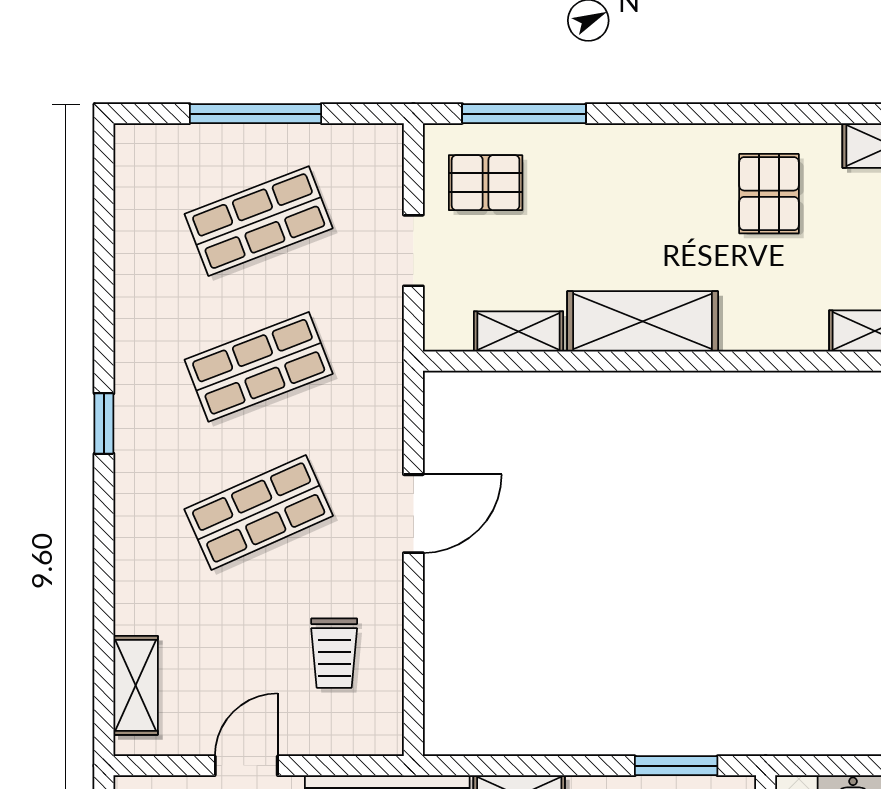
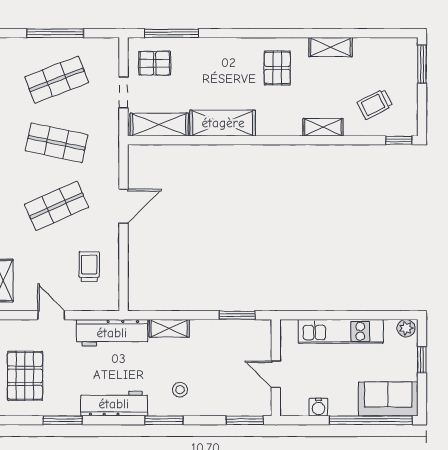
shelving: (518, 331) -> (159, 125), width x1.50, depth x1.33
shop shelf: (259, 367) -> (57, 143), turned 33
trolley: (334, 653) -> (89, 267), turned 180
door: (246, 766) -> (51, 315), hinge flipped

